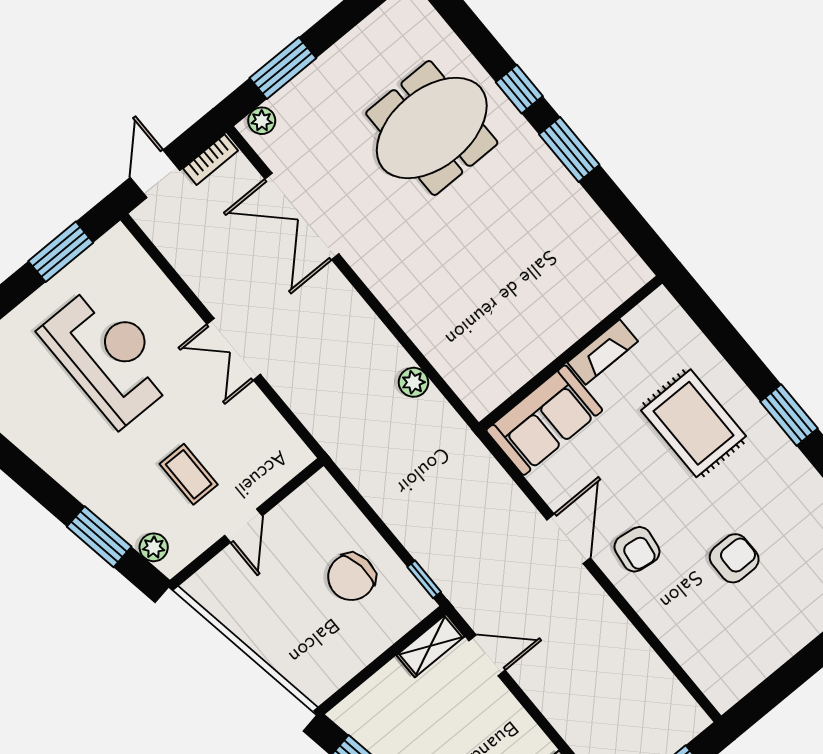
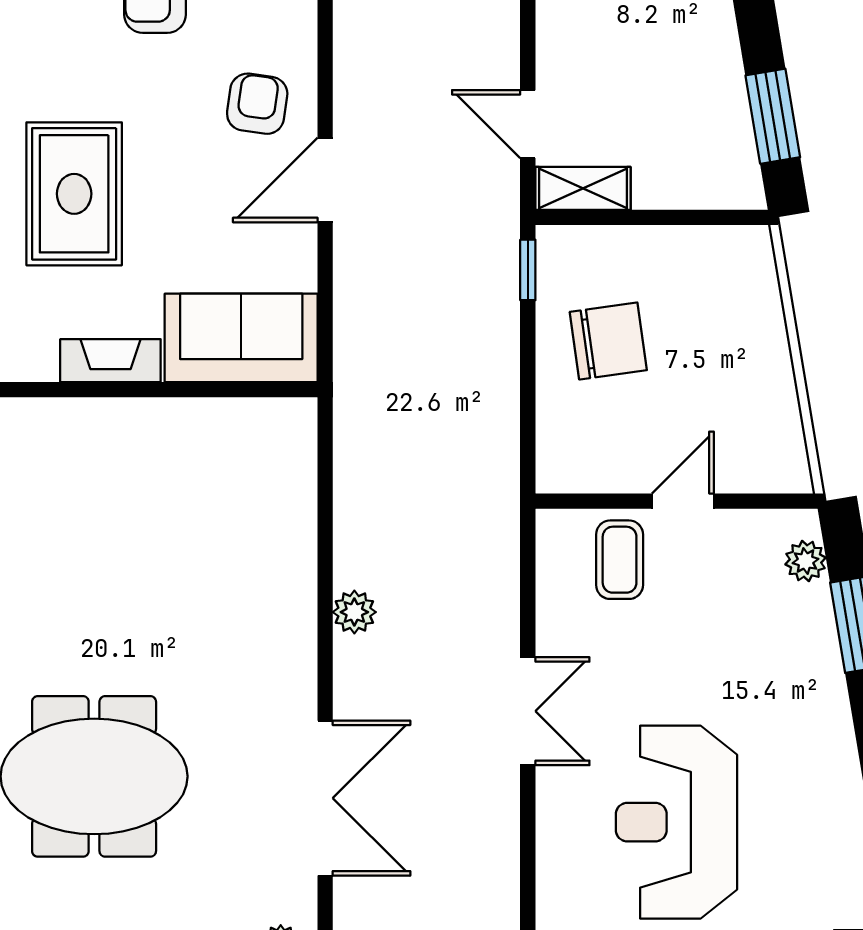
plant: (413, 382) -> (354, 612), moved
coffee table: (189, 474) -> (620, 560), moved

